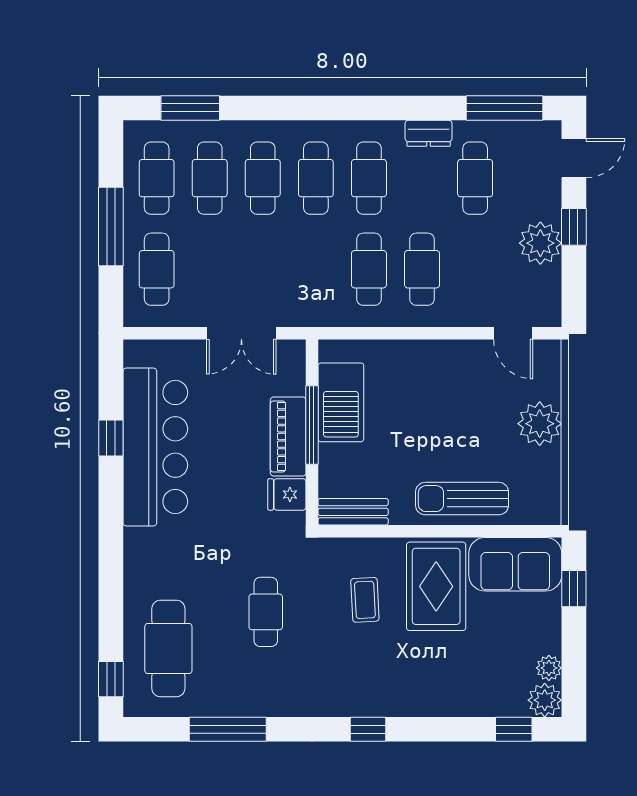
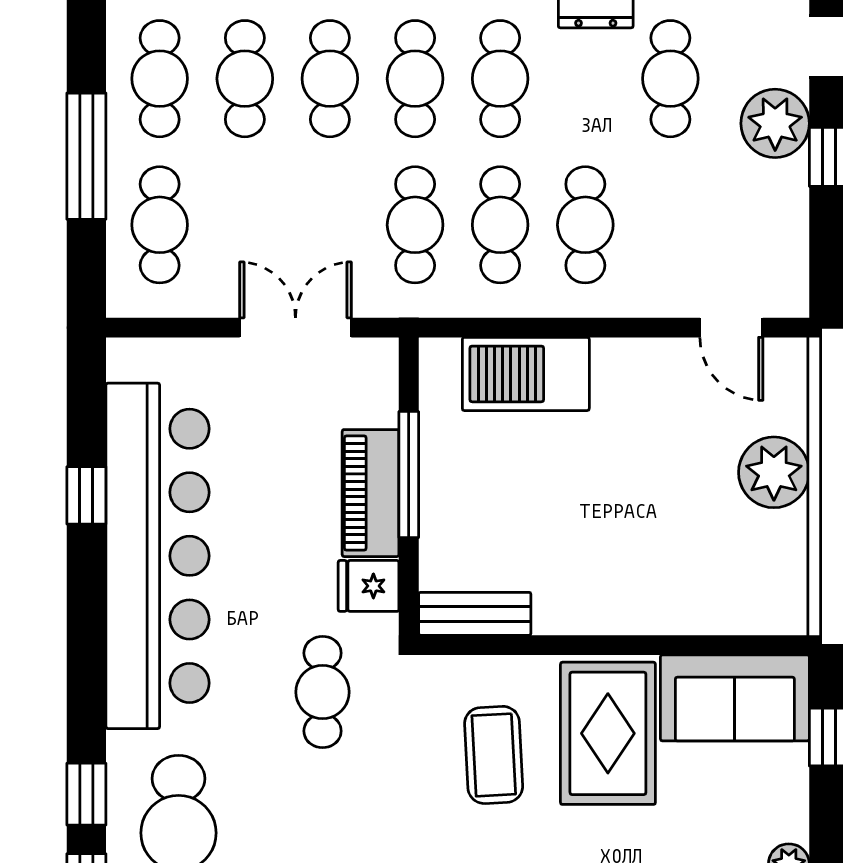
plant: (540, 243) -> (775, 123), moved
cafe table: (316, 269) -> (415, 225), added
double door: (241, 333) -> (295, 328), swing flipped
barbecue: (341, 402) -> (526, 374), moved, turned 90
bar counter: (155, 447) -> (158, 556), width x1.36
sun lounger: (462, 499) -> (649, 592), removed
coffee table: (365, 600) -> (494, 755), width x1.36, depth x1.30
cafe table: (266, 612) -> (323, 692), moved
window: (111, 624) -> (86, 794), added

